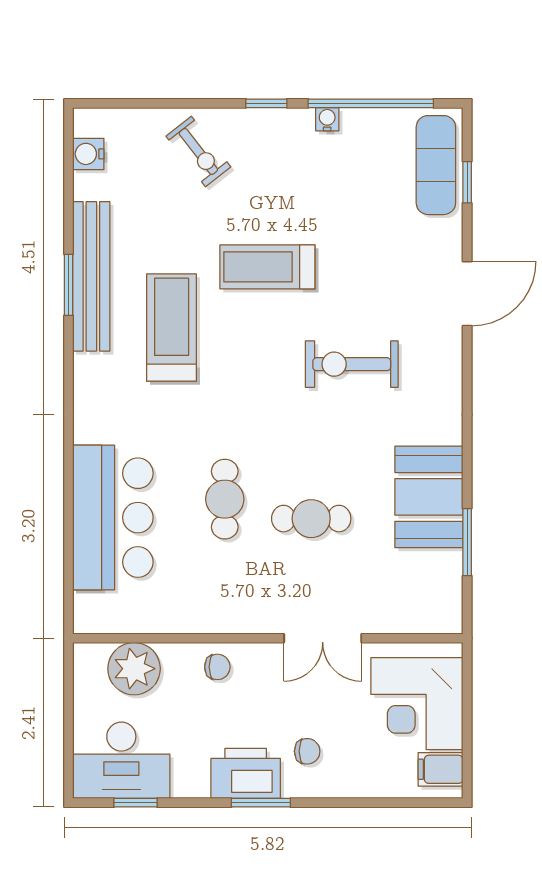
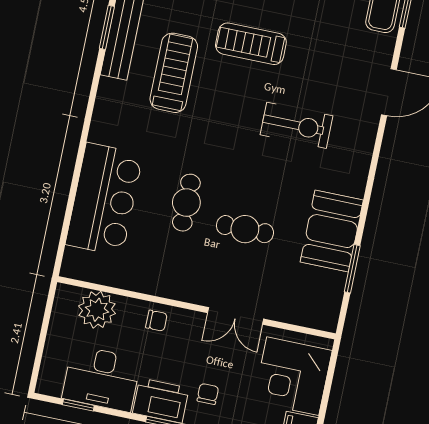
exercise bike: (352, 364) -> (296, 125), turned 180
chair: (307, 751) -> (208, 394), turned -90
desk: (121, 760) -> (102, 378), moved

